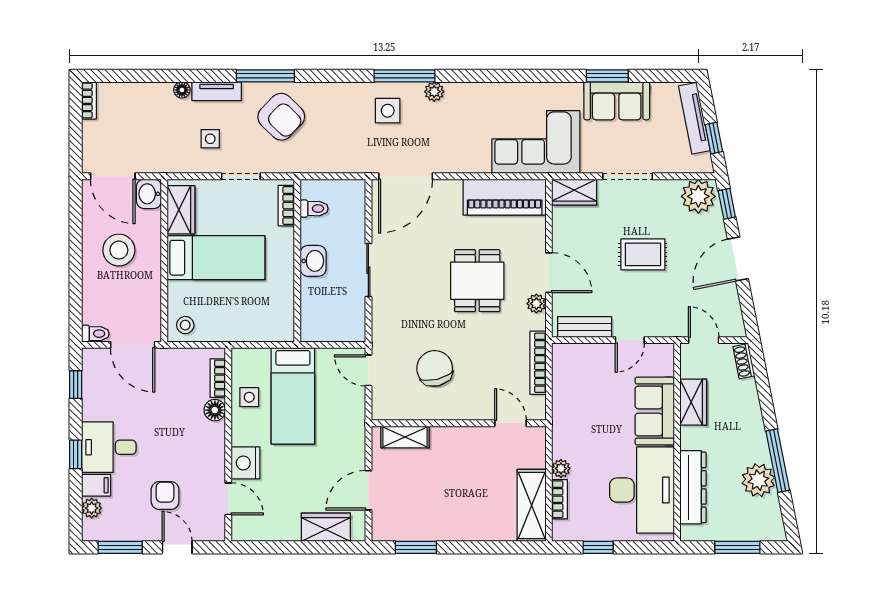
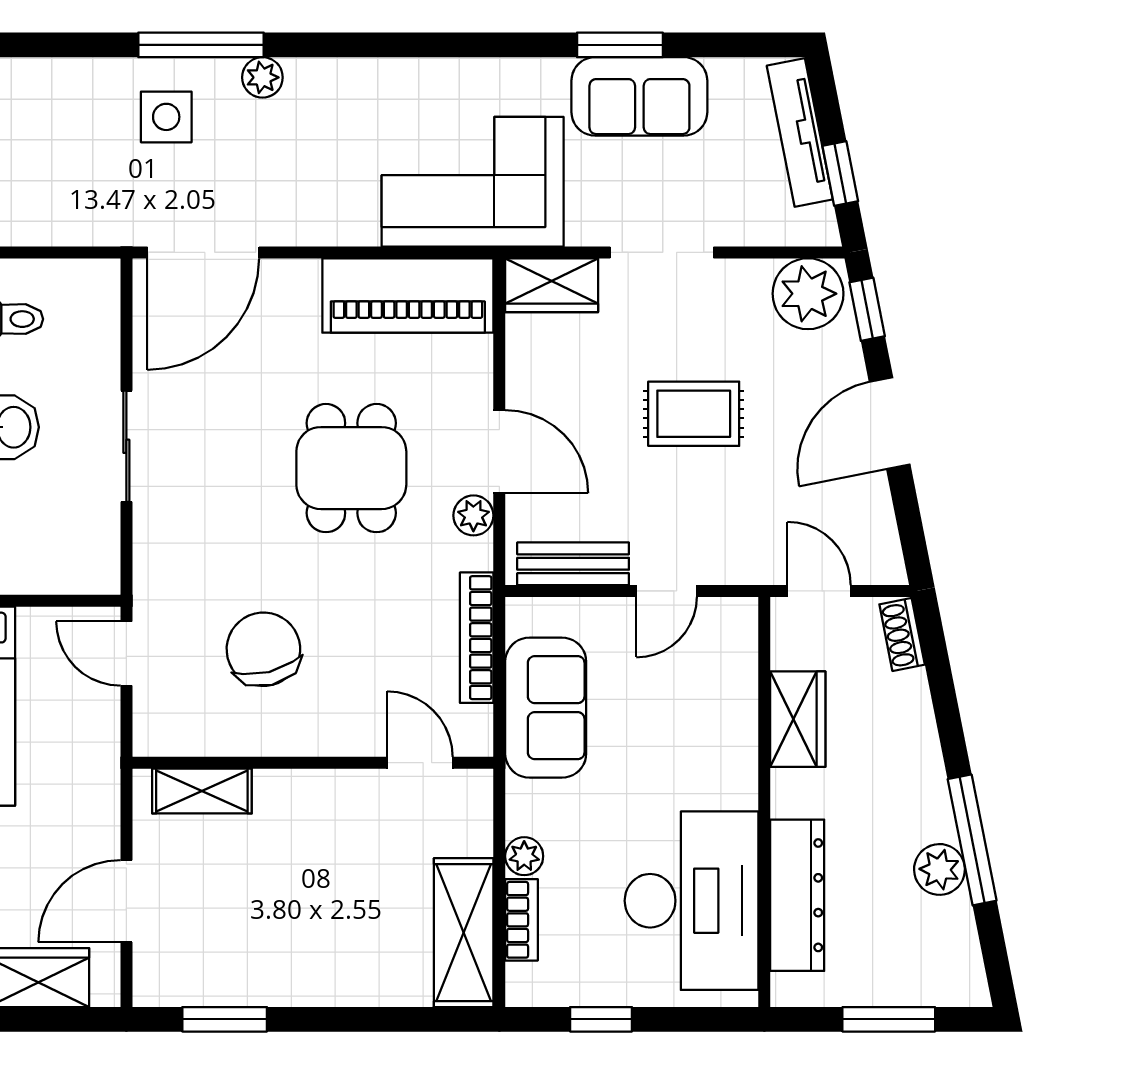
sofa: (655, 411) -> (546, 708), moved, turned 180
plant: (758, 480) -> (939, 869), width x0.73, depth x0.73

